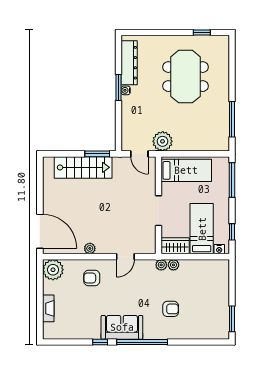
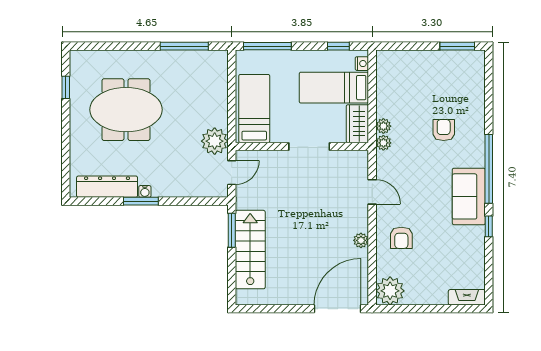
fireplace: (48, 308) -> (467, 297), moved

